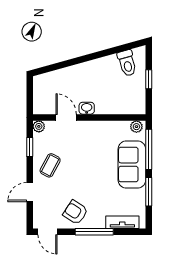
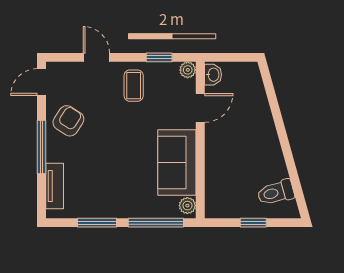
washbasin: (87, 108) -> (213, 75), moved
coffee table: (50, 165) -> (134, 86), turned 62
sofa: (132, 165) -> (177, 162), moved, turned -90

